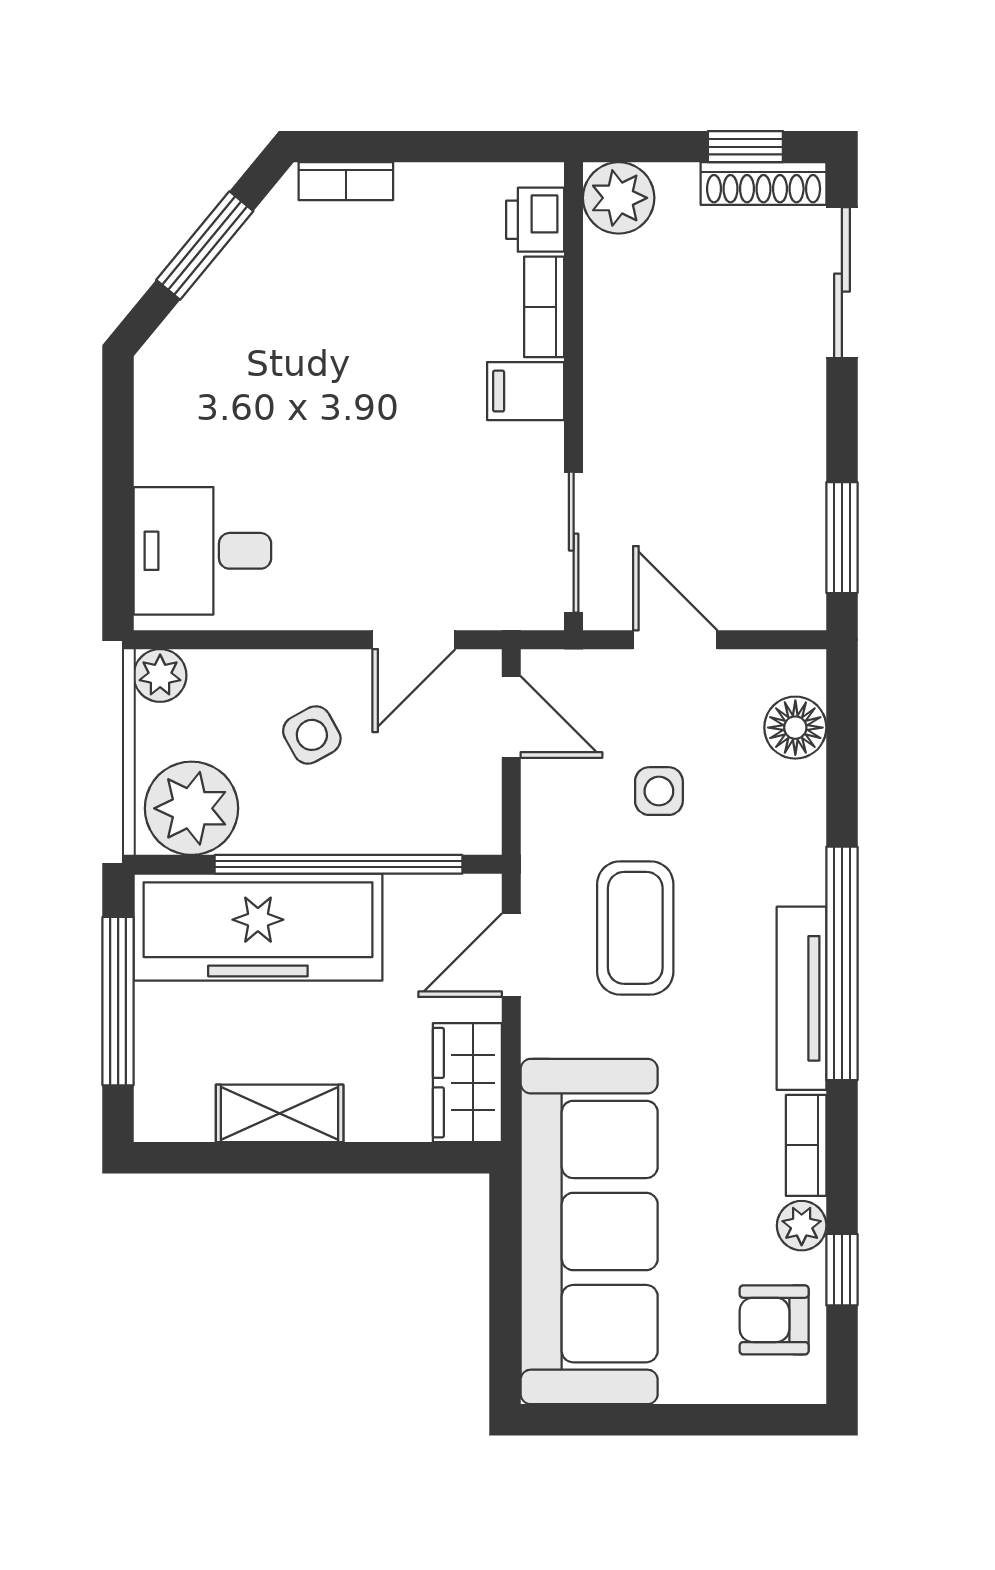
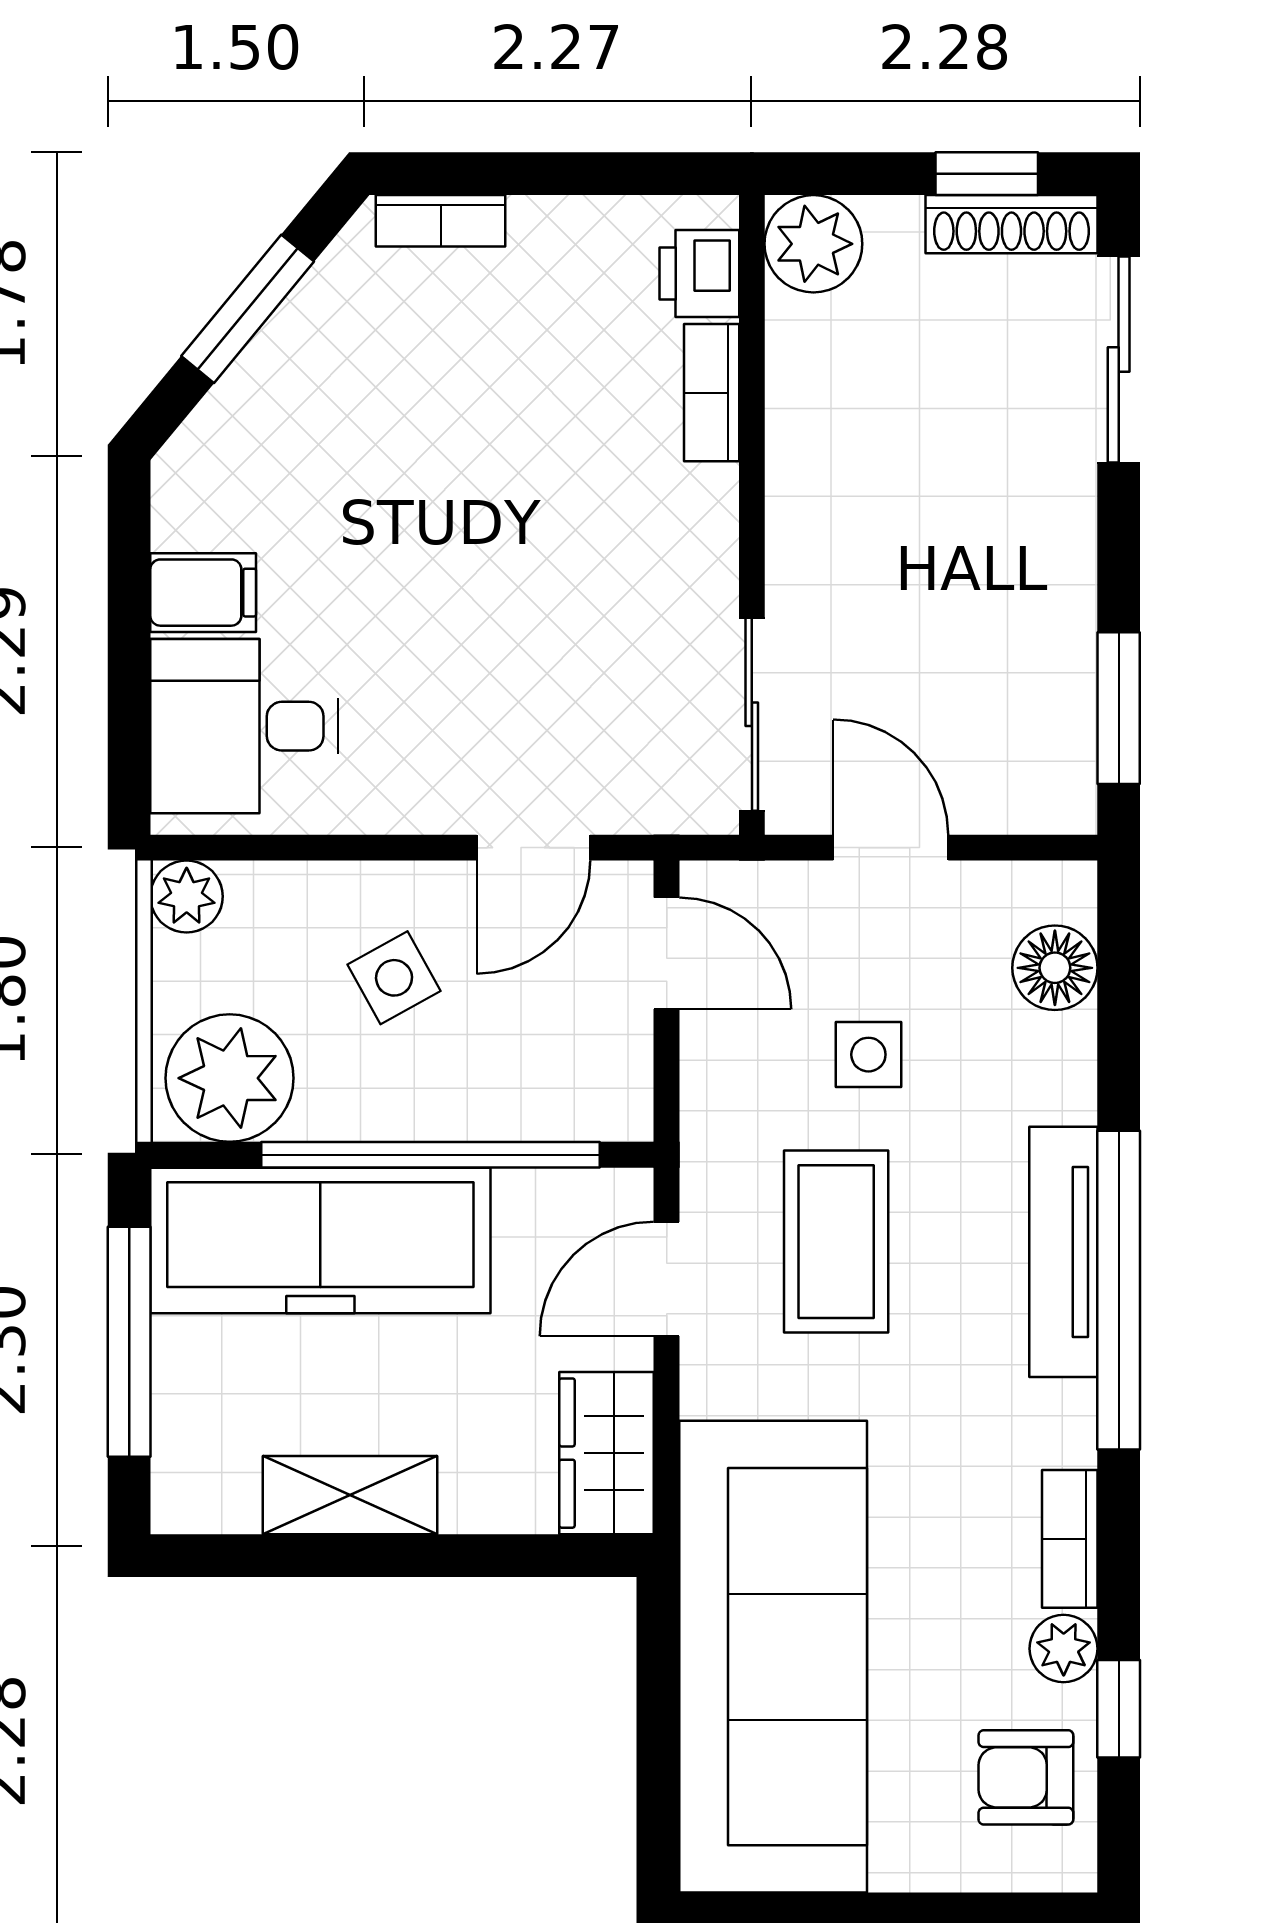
filing cabinet: (526, 391) -> (203, 593), moved, turned 180
tv unit: (802, 998) -> (1063, 1252), moved

